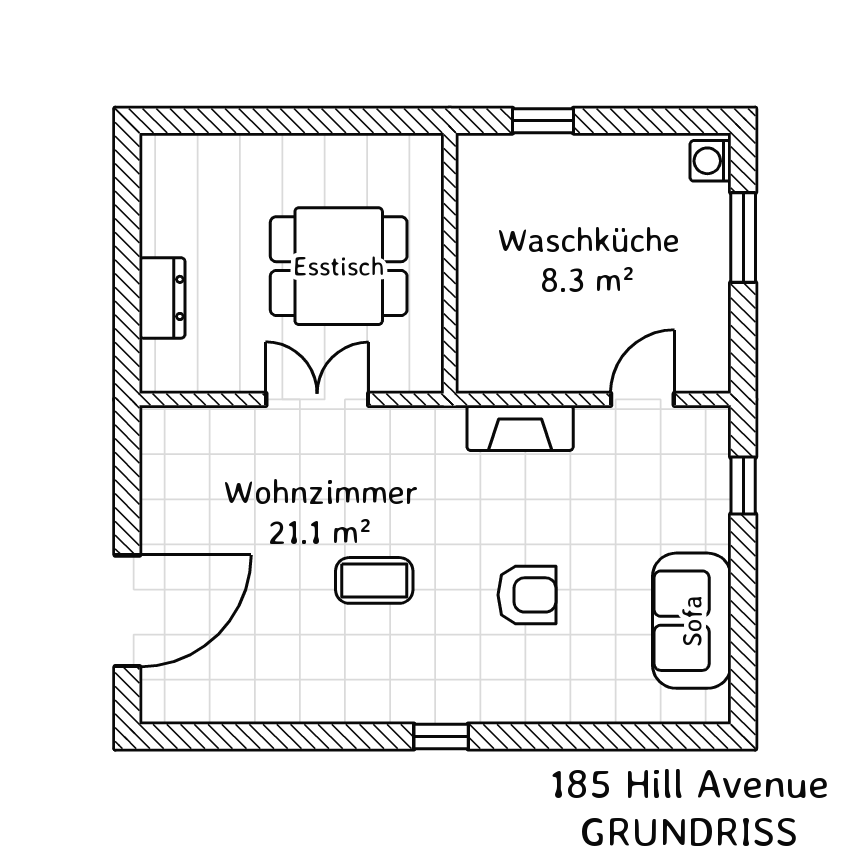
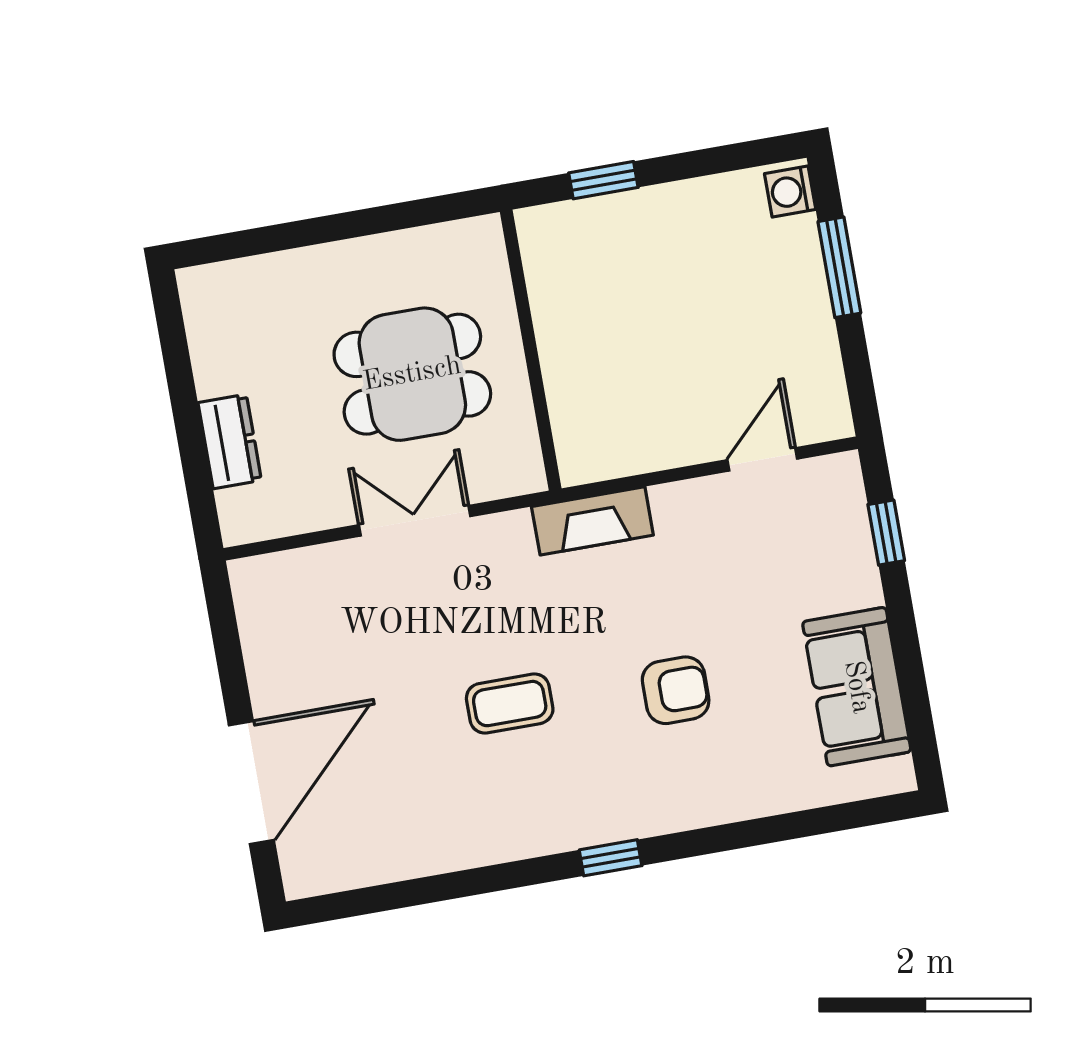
fireplace: (520, 428) -> (592, 521), moved

